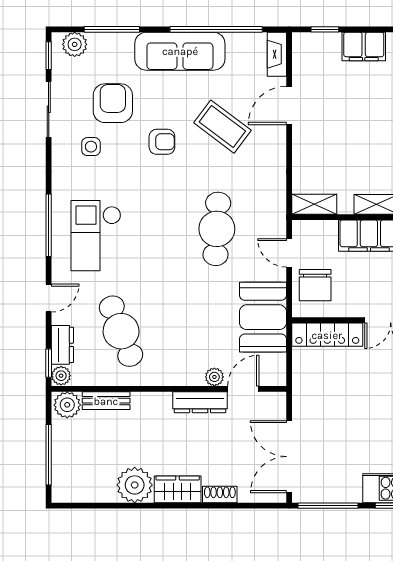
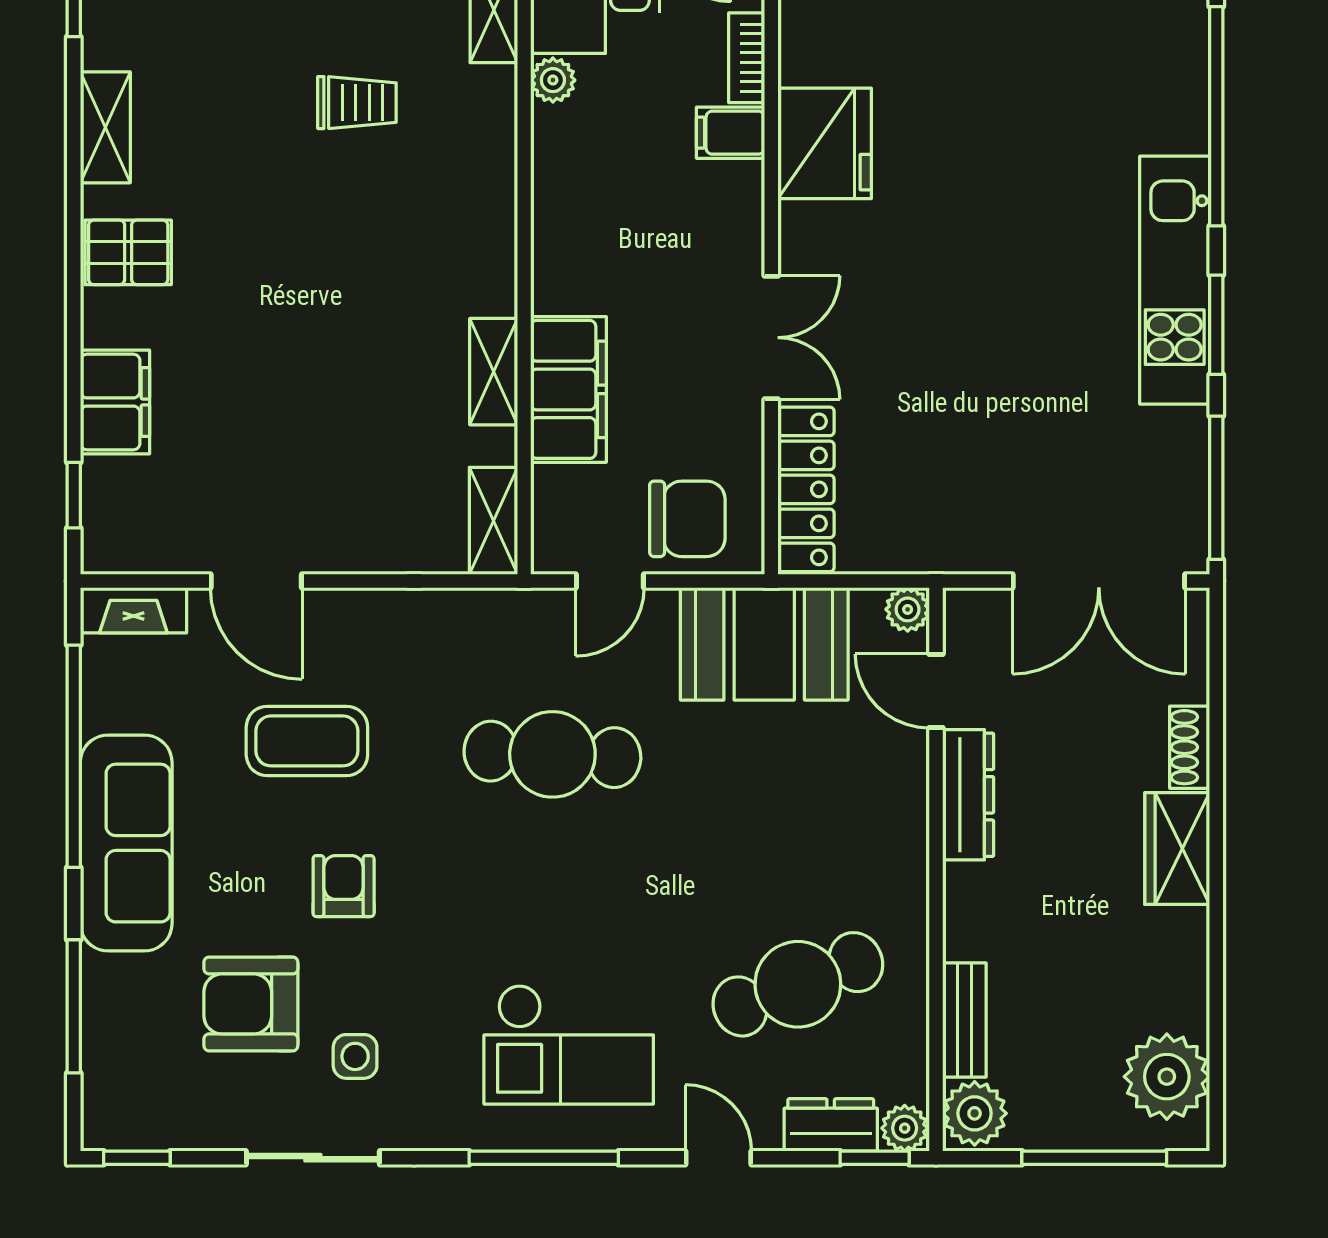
plant: (75, 44) -> (110, 1096), removed
sliding door: (49, 109) -> (313, 1158), moved
coffee table: (222, 127) -> (307, 741), turned 53
plant: (214, 377) -> (908, 609), moved
plant: (135, 485) -> (1167, 1077), moved

